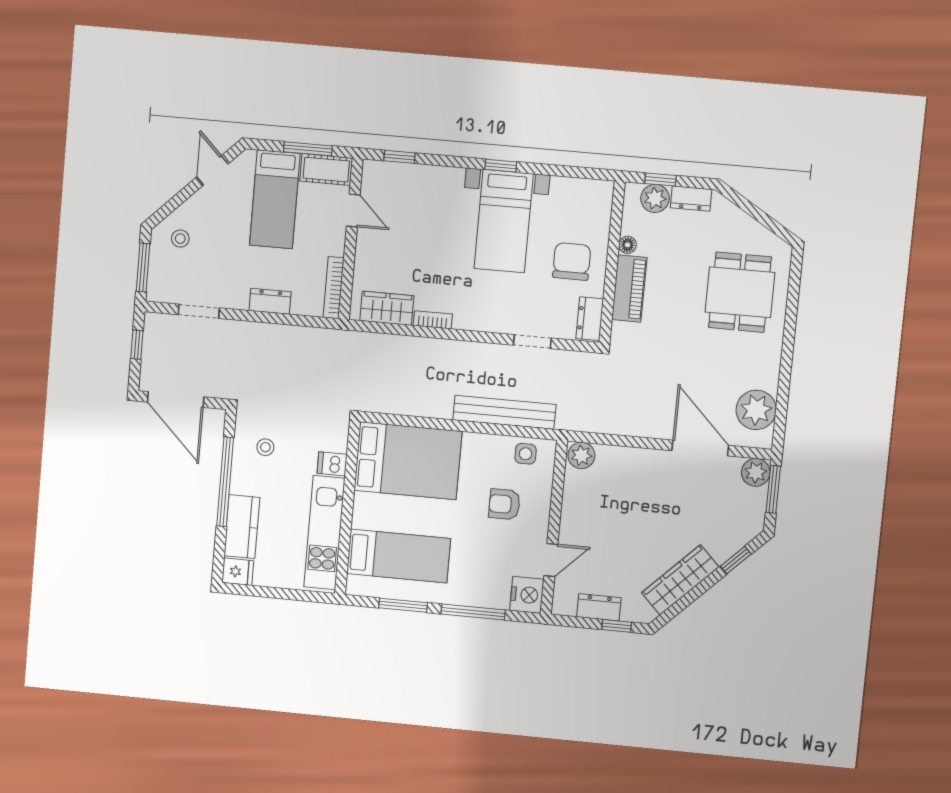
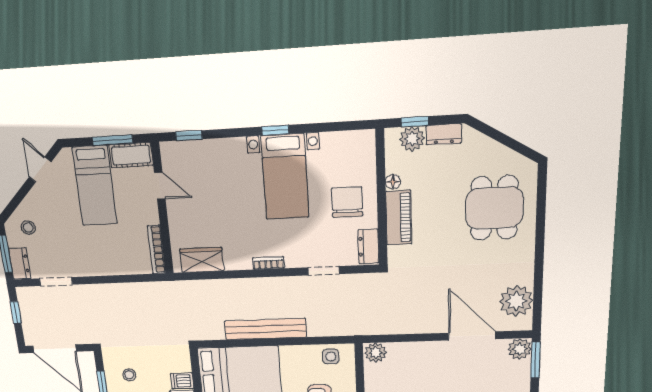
dresser: (270, 301) -> (20, 264), moved, turned 90
bookcase: (433, 320) -> (269, 263), moved
bench: (504, 412) -> (266, 329), moved

